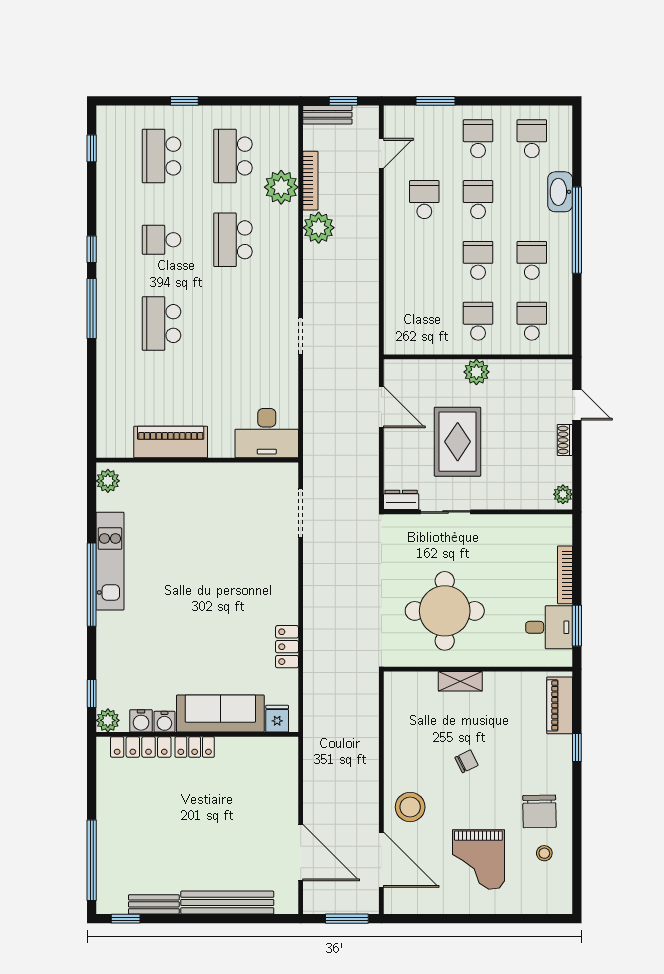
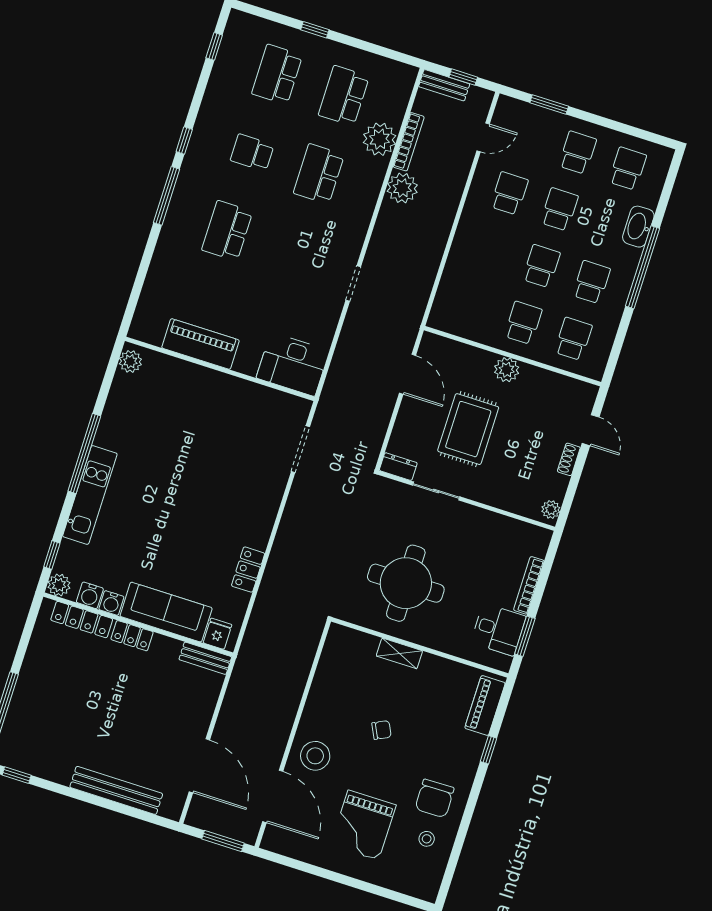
kitchen unit: (110, 561) -> (90, 495), moved
bench: (154, 904) -> (205, 658), moved

